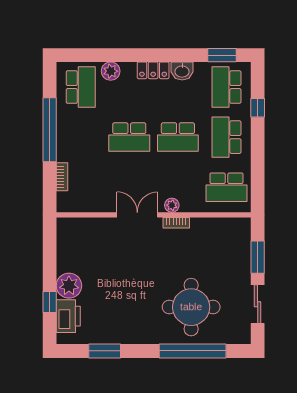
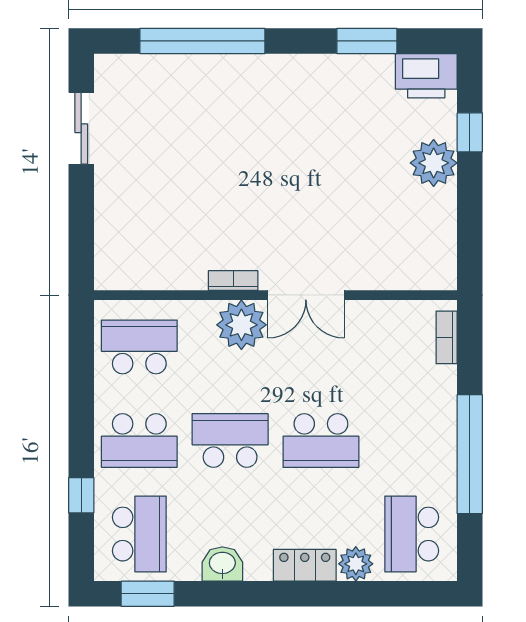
locker: (153, 70) -> (305, 565), moved
school desk: (129, 137) -> (321, 440), turned 180
school desk: (226, 137) -> (139, 440), turned 90
bookcase: (62, 177) -> (447, 337), moved
plant: (172, 205) -> (241, 325), width x1.88, depth x1.88
window: (258, 257) -> (81, 216), removed
round table: (191, 307) -> (205, 123), removed
printer: (68, 316) -> (426, 76), moved, turned -90

